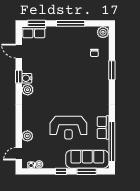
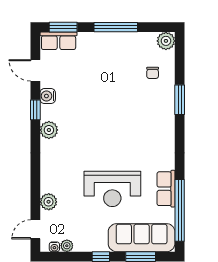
water cooler: (27, 78) -> (48, 96), moved

